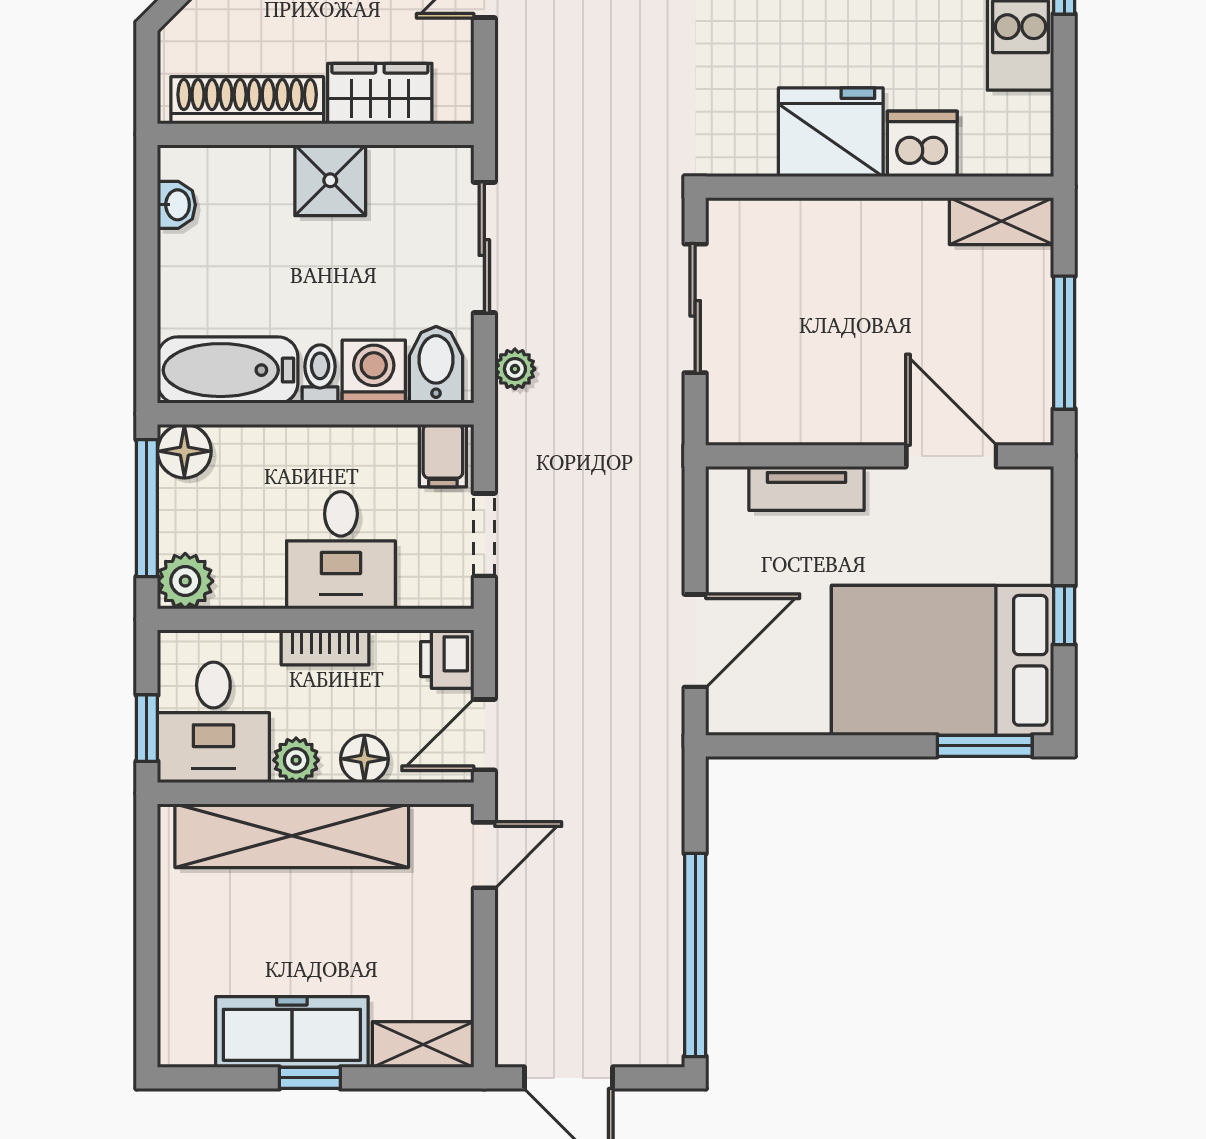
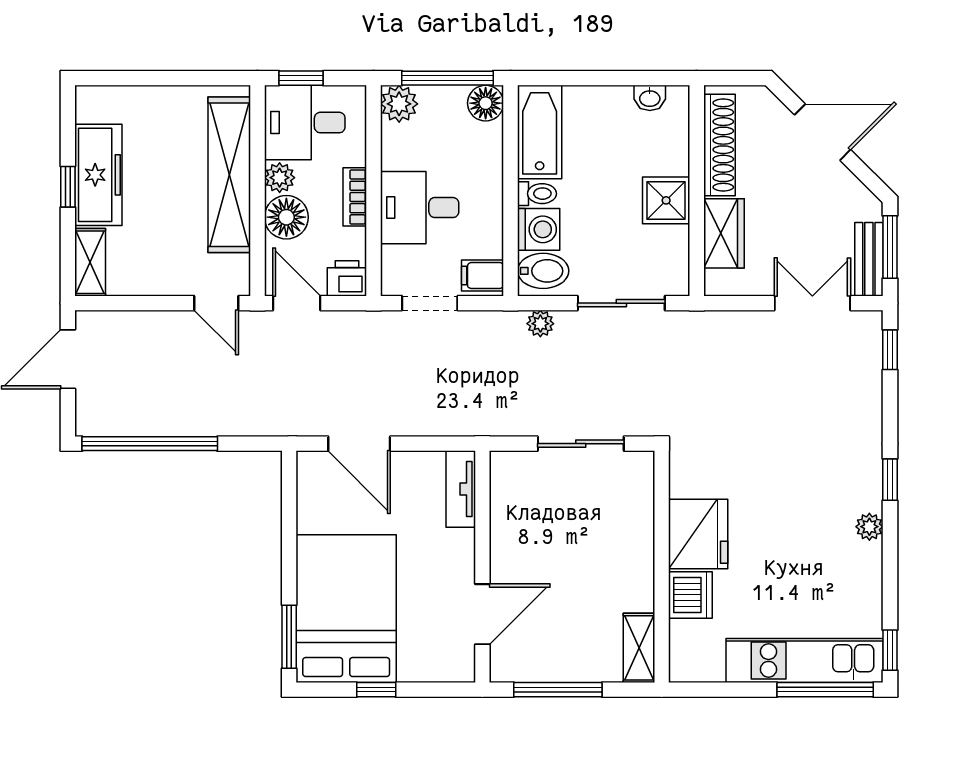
tv unit: (807, 488) -> (461, 489), moved
floor lamp: (364, 759) -> (286, 217), width x1.38, depth x1.38

